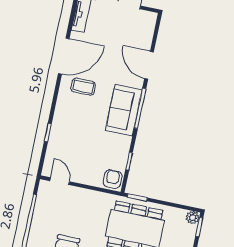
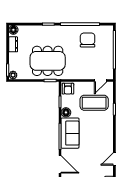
door: (64, 56) -> (114, 159), width x0.53
coffee table: (83, 87) -> (94, 103), moved, width x1.86, depth x1.72
floor lamp: (123, 143) -> (66, 112), added
door: (60, 181) -> (101, 80), hinge flipped

